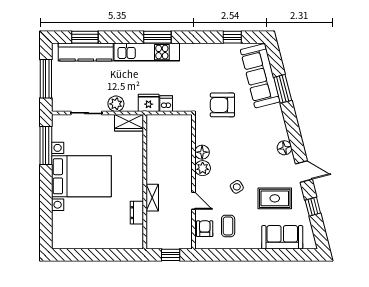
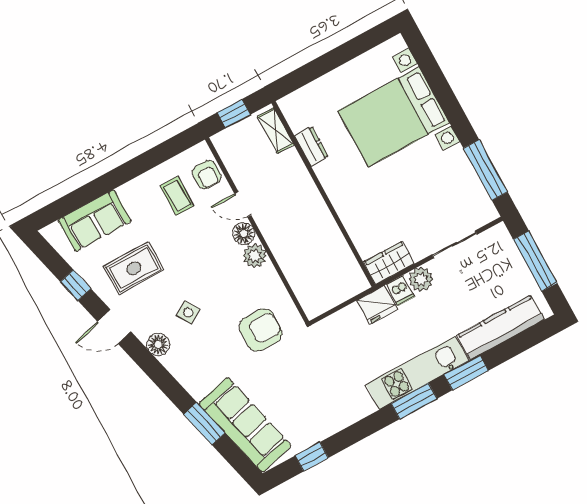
window: (85, 37) -> (466, 373), moved
dishwasher: (166, 104) -> (400, 291), moved
armchair: (222, 105) -> (261, 330), moved
floor lamp: (202, 152) -> (244, 234), moved
bed with nightstands: (81, 176) -> (394, 117), moved
side table: (237, 187) -> (188, 312), moved
shelving: (152, 198) -> (276, 130), moved

